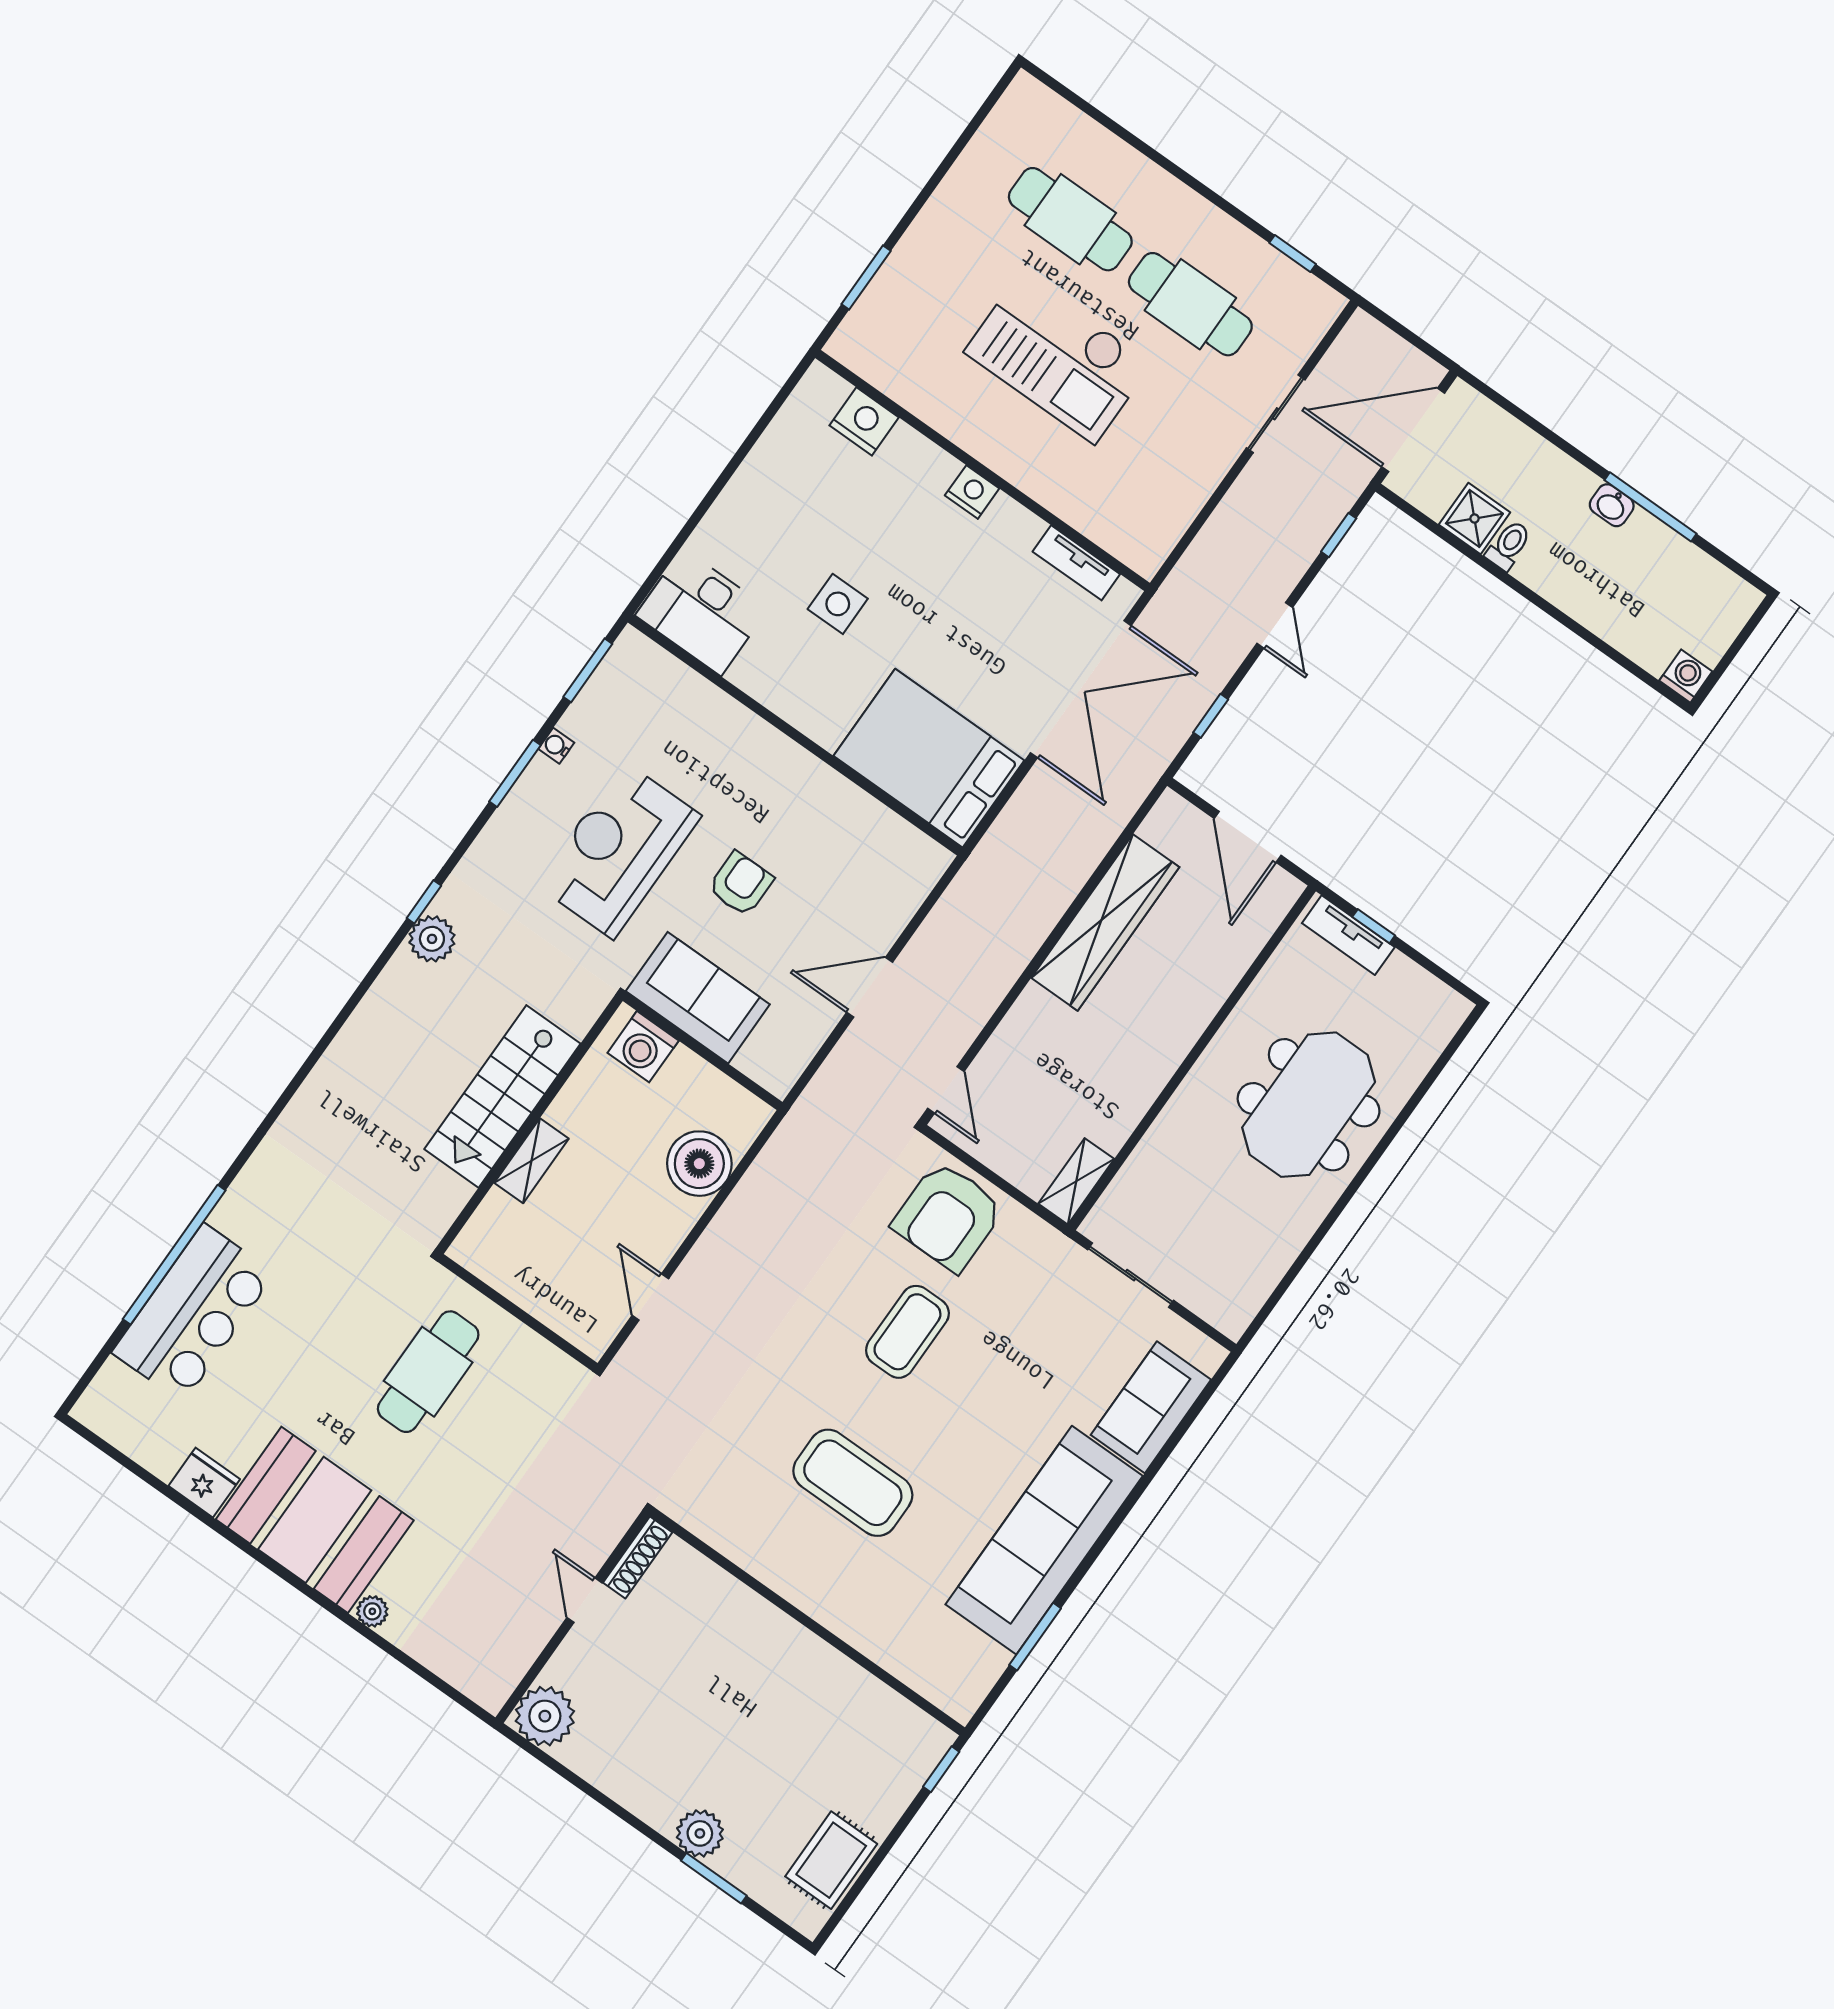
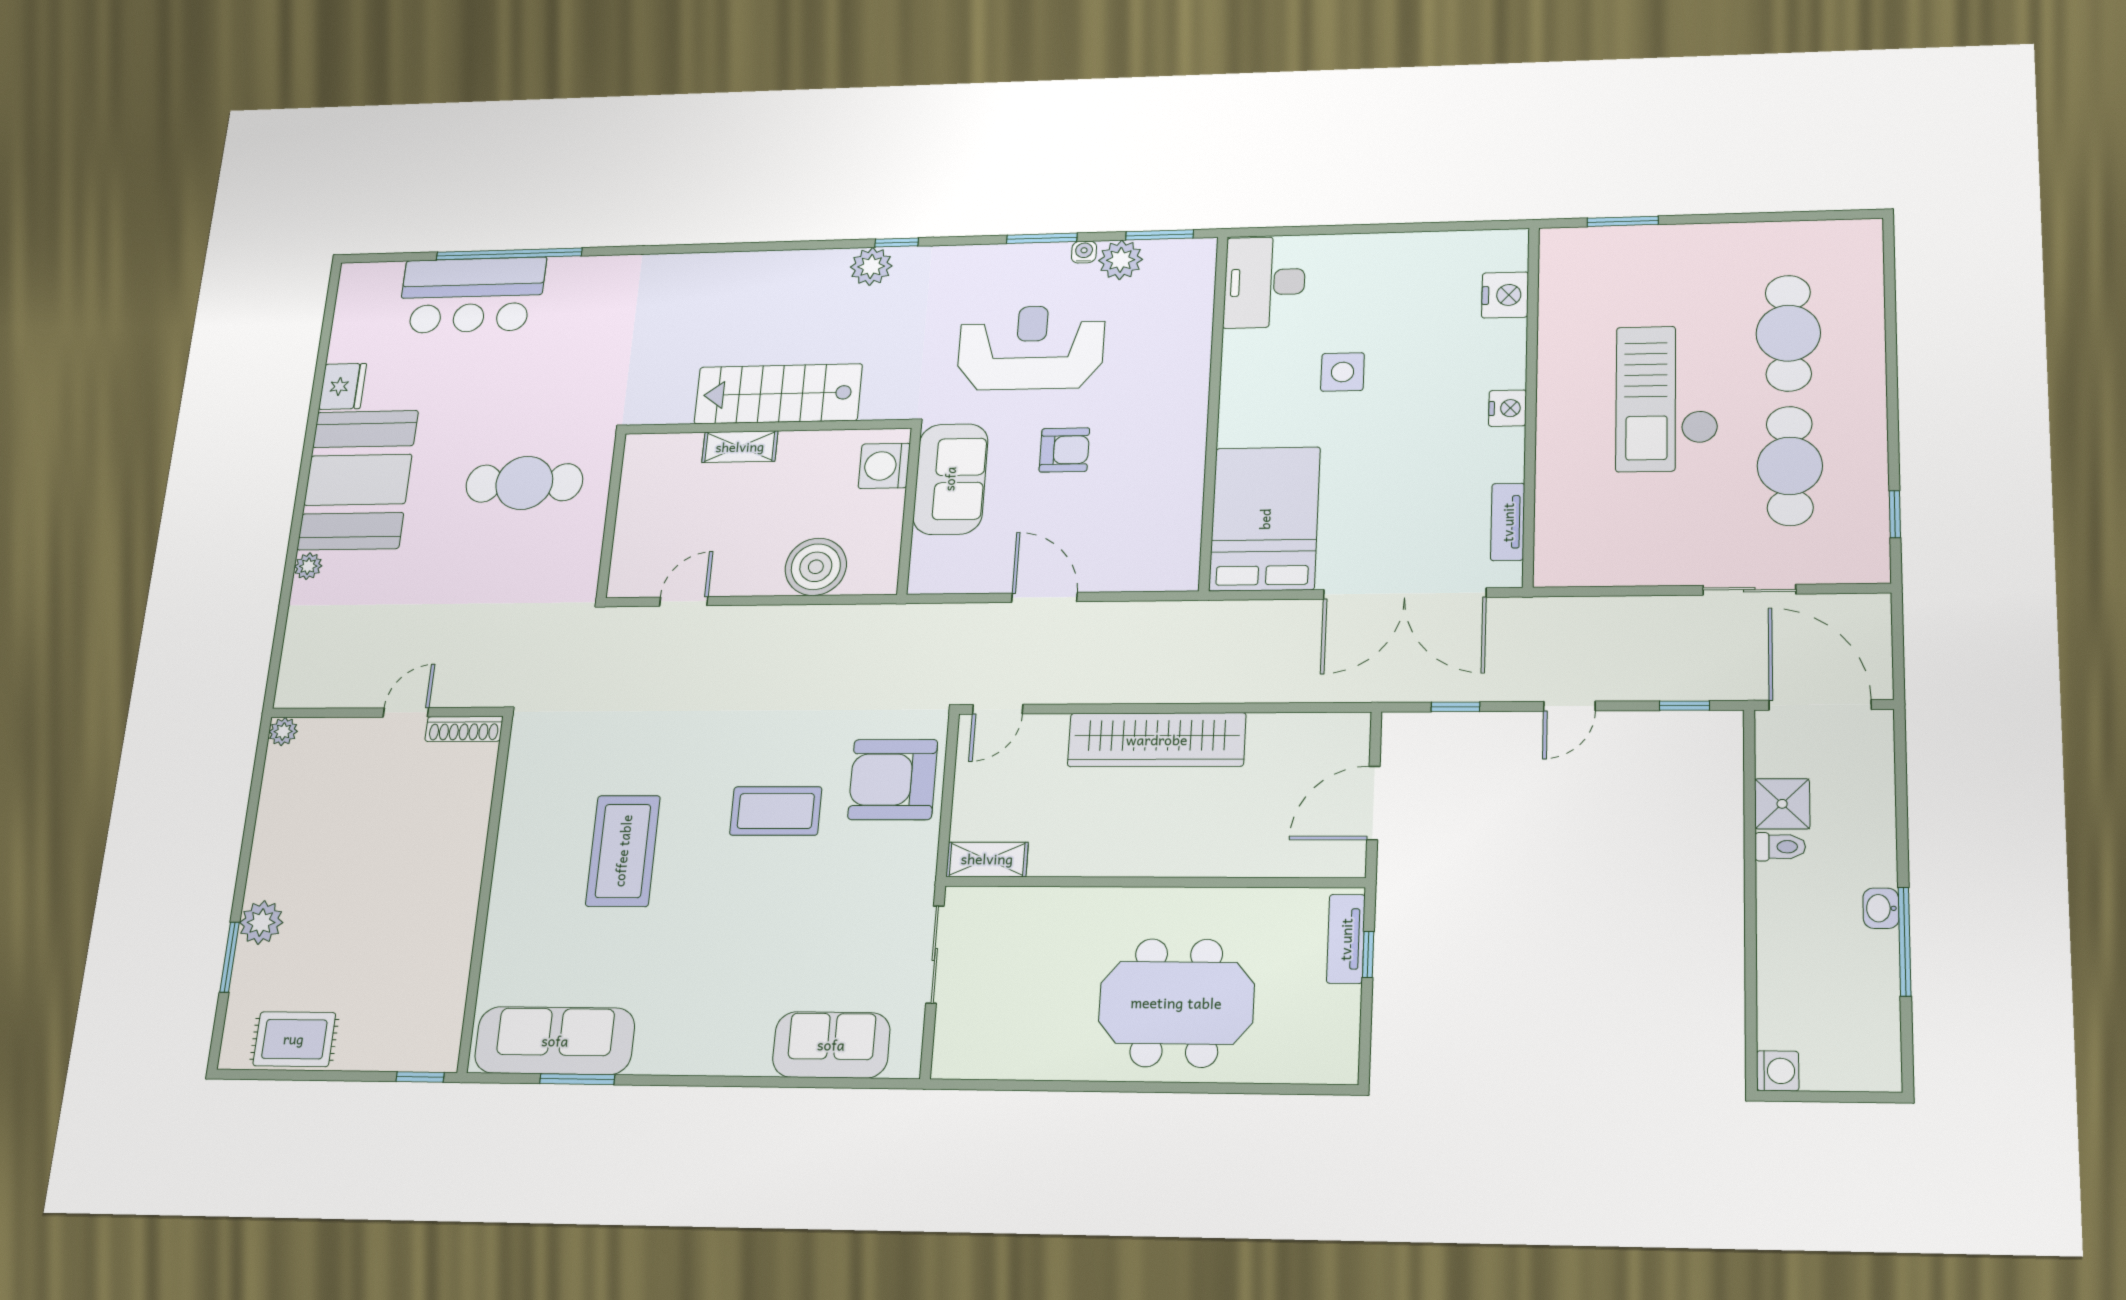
plant: (588, 719) -> (1121, 260), added
wardrobe: (1105, 922) -> (1157, 740), moved
sofa: (1044, 1540) -> (555, 1041), moved, width x0.74, depth x0.79
plant: (545, 1716) -> (283, 732), width x0.53, depth x0.53

